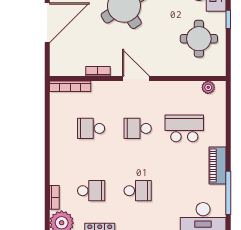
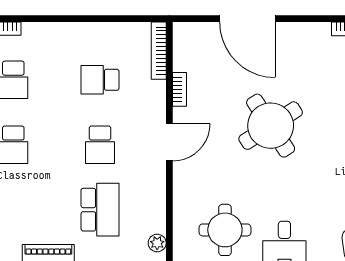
school desk: (91, 128) -> (100, 80), turned -90
school desk: (138, 128) -> (100, 145), turned 180

